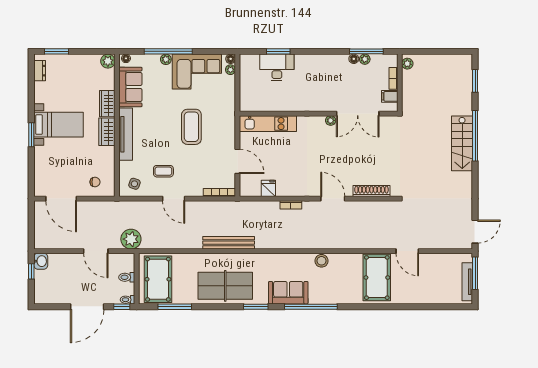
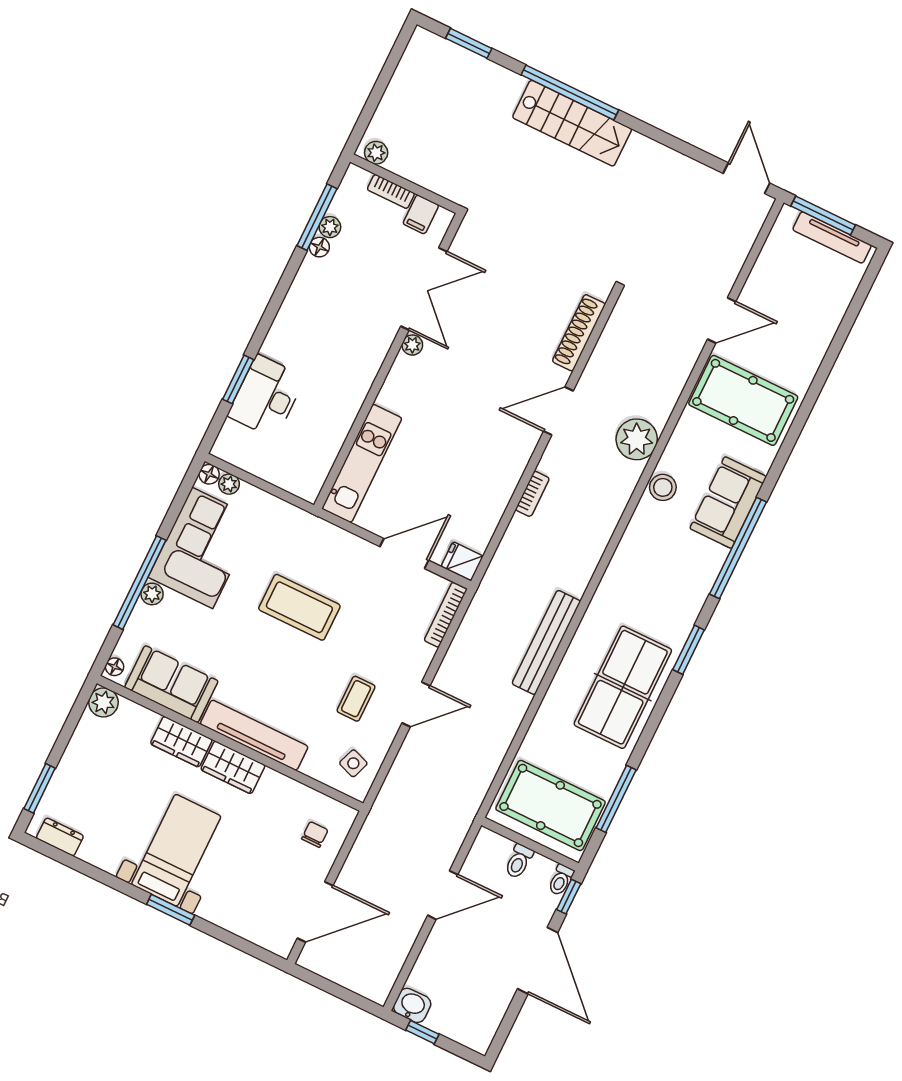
fridge: (268, 188) -> (462, 561), moved
plant: (131, 239) -> (637, 439), moved
sofa: (288, 293) -> (728, 503), moved

